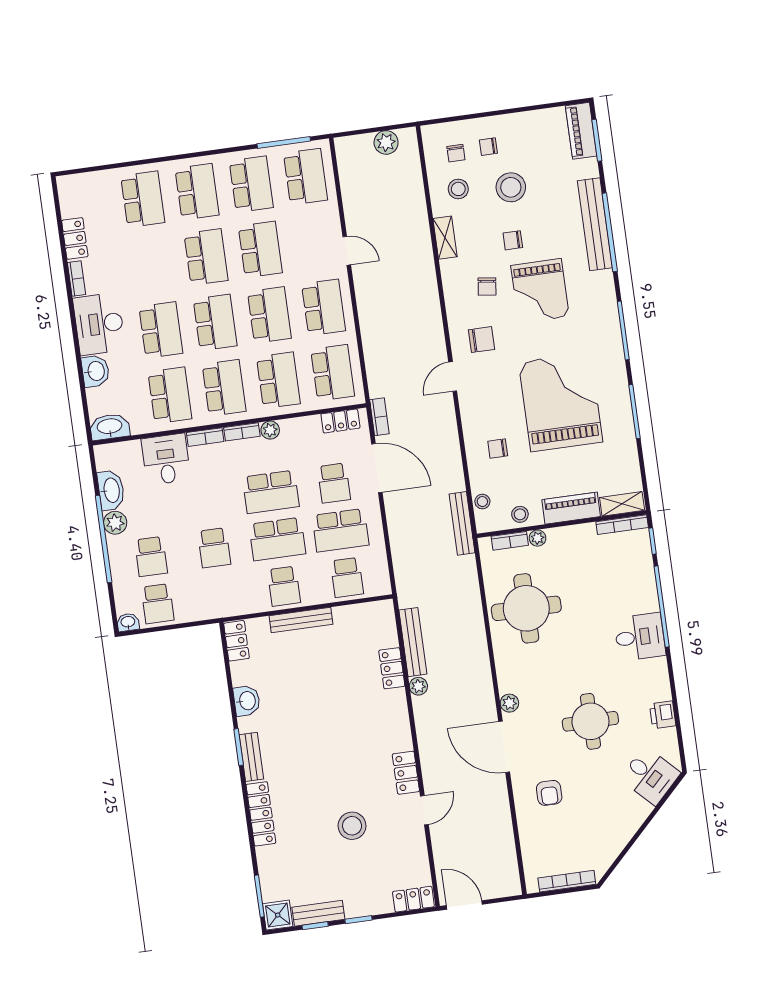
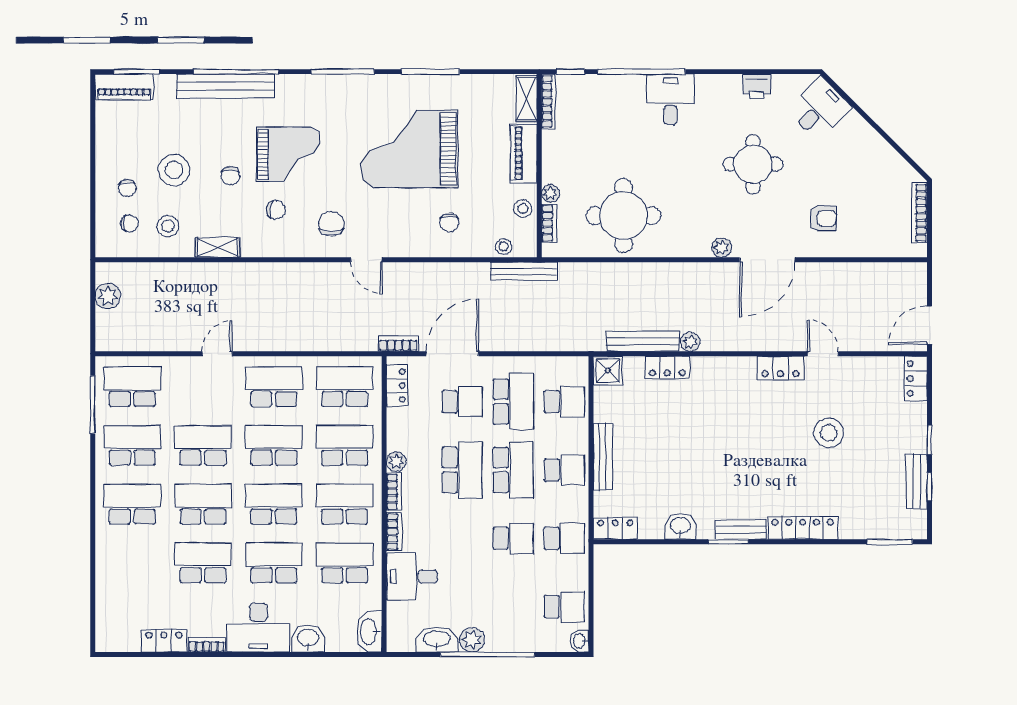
school desk: (143, 199) -> (203, 563), moved
school desk: (151, 557) -> (564, 538), moved
shower: (278, 915) -> (608, 371), moved

